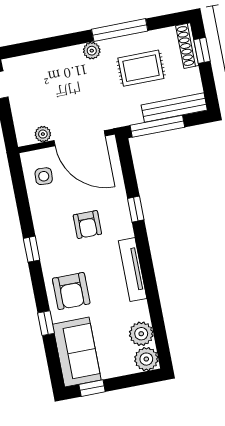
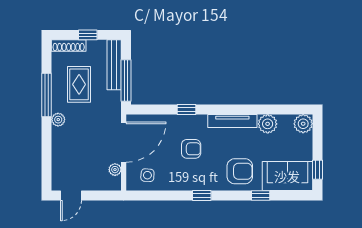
window: (202, 50) -> (88, 35), moved
plant: (141, 334) -> (268, 124), moved

